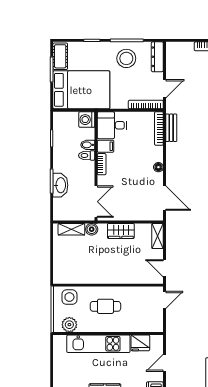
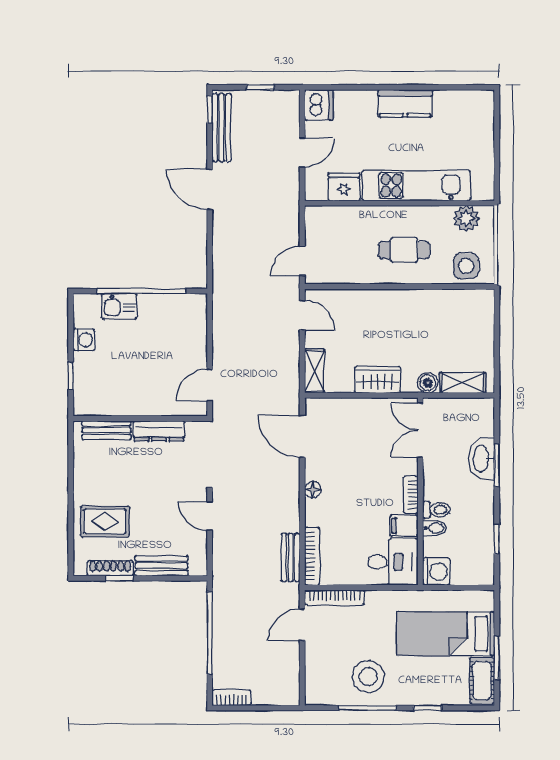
dresser: (157, 57) -> (315, 680), removed
bed: (81, 90) -> (446, 634), width x0.67

